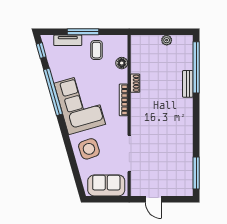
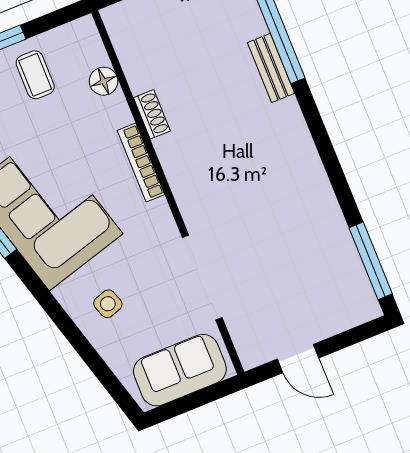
side table: (89, 149) -> (108, 304), width x0.54, depth x0.54

